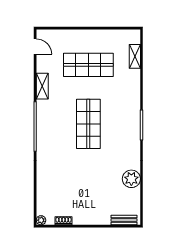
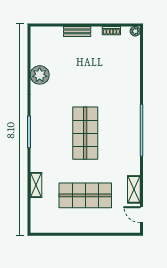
shelving: (135, 56) -> (36, 185), moved
shelving: (42, 86) -> (134, 189), moved
bench: (124, 220) -> (77, 31), moved

